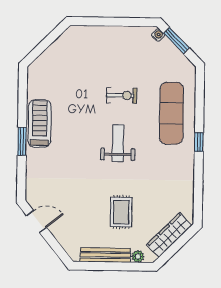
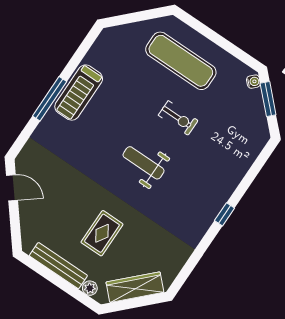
exercise mat: (172, 113) -> (181, 61), moved, turned 90
treadmill: (40, 124) -> (79, 93), turned 180
window: (22, 141) -> (50, 99), width x1.44
weight bench: (118, 143) -> (144, 163), turned -90

